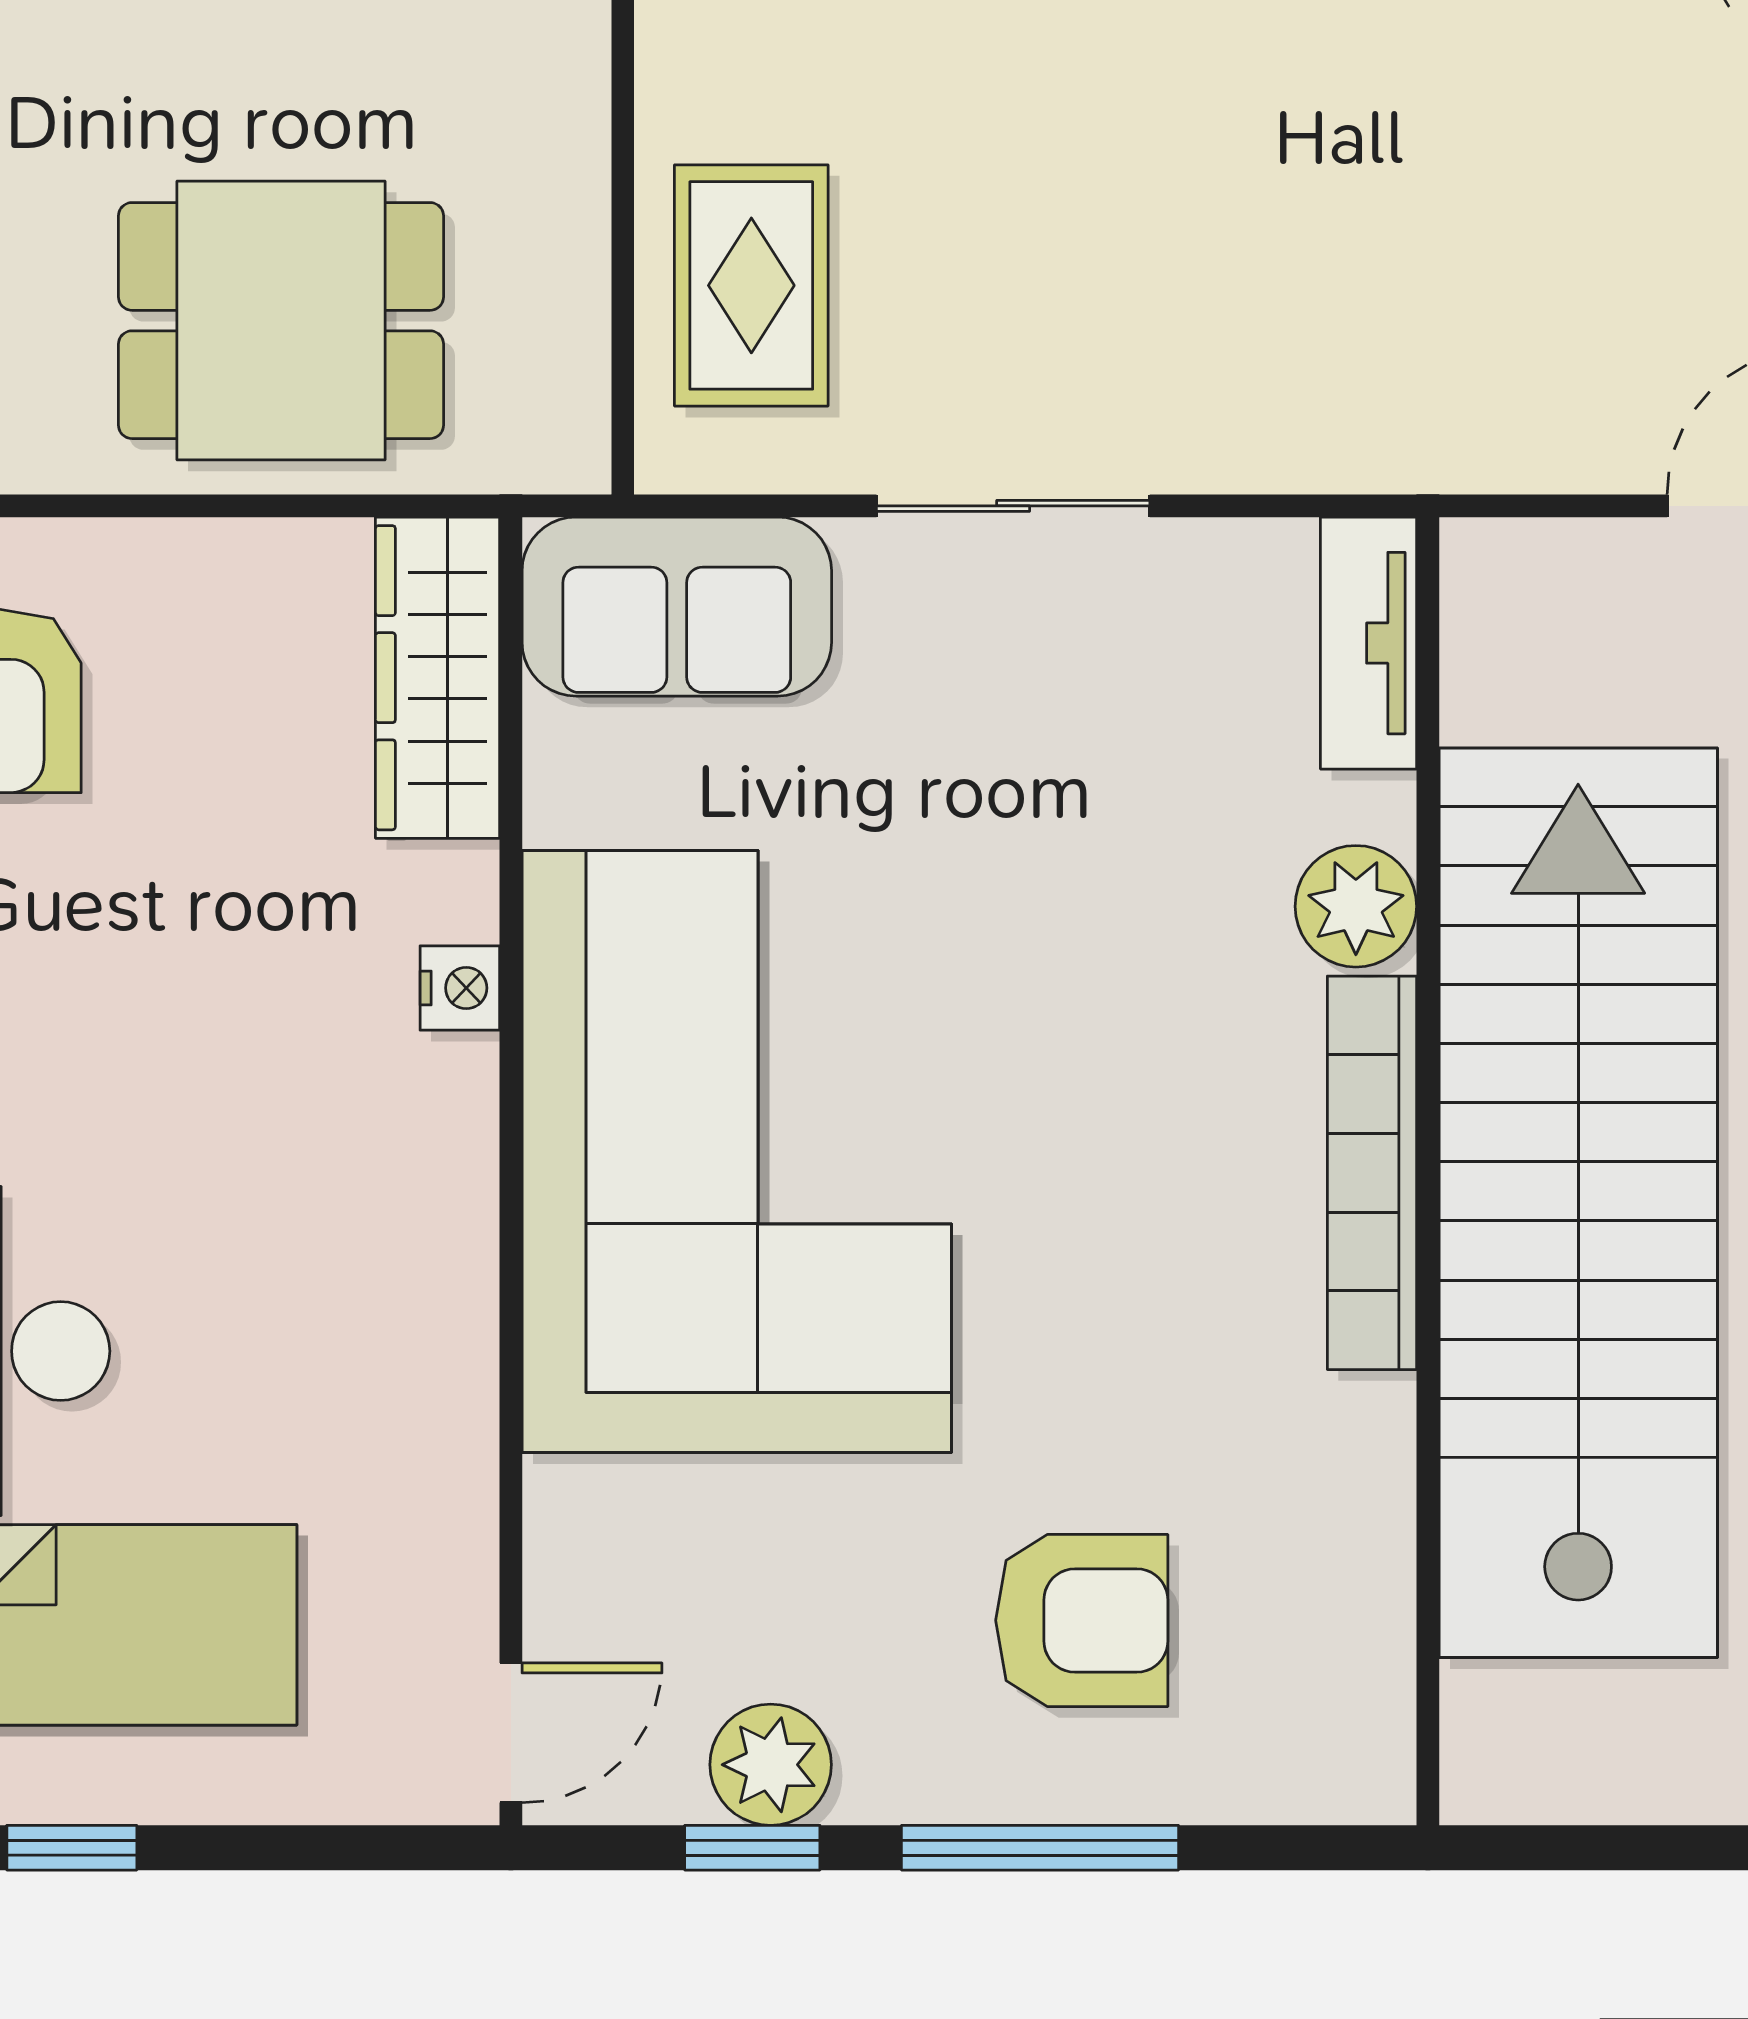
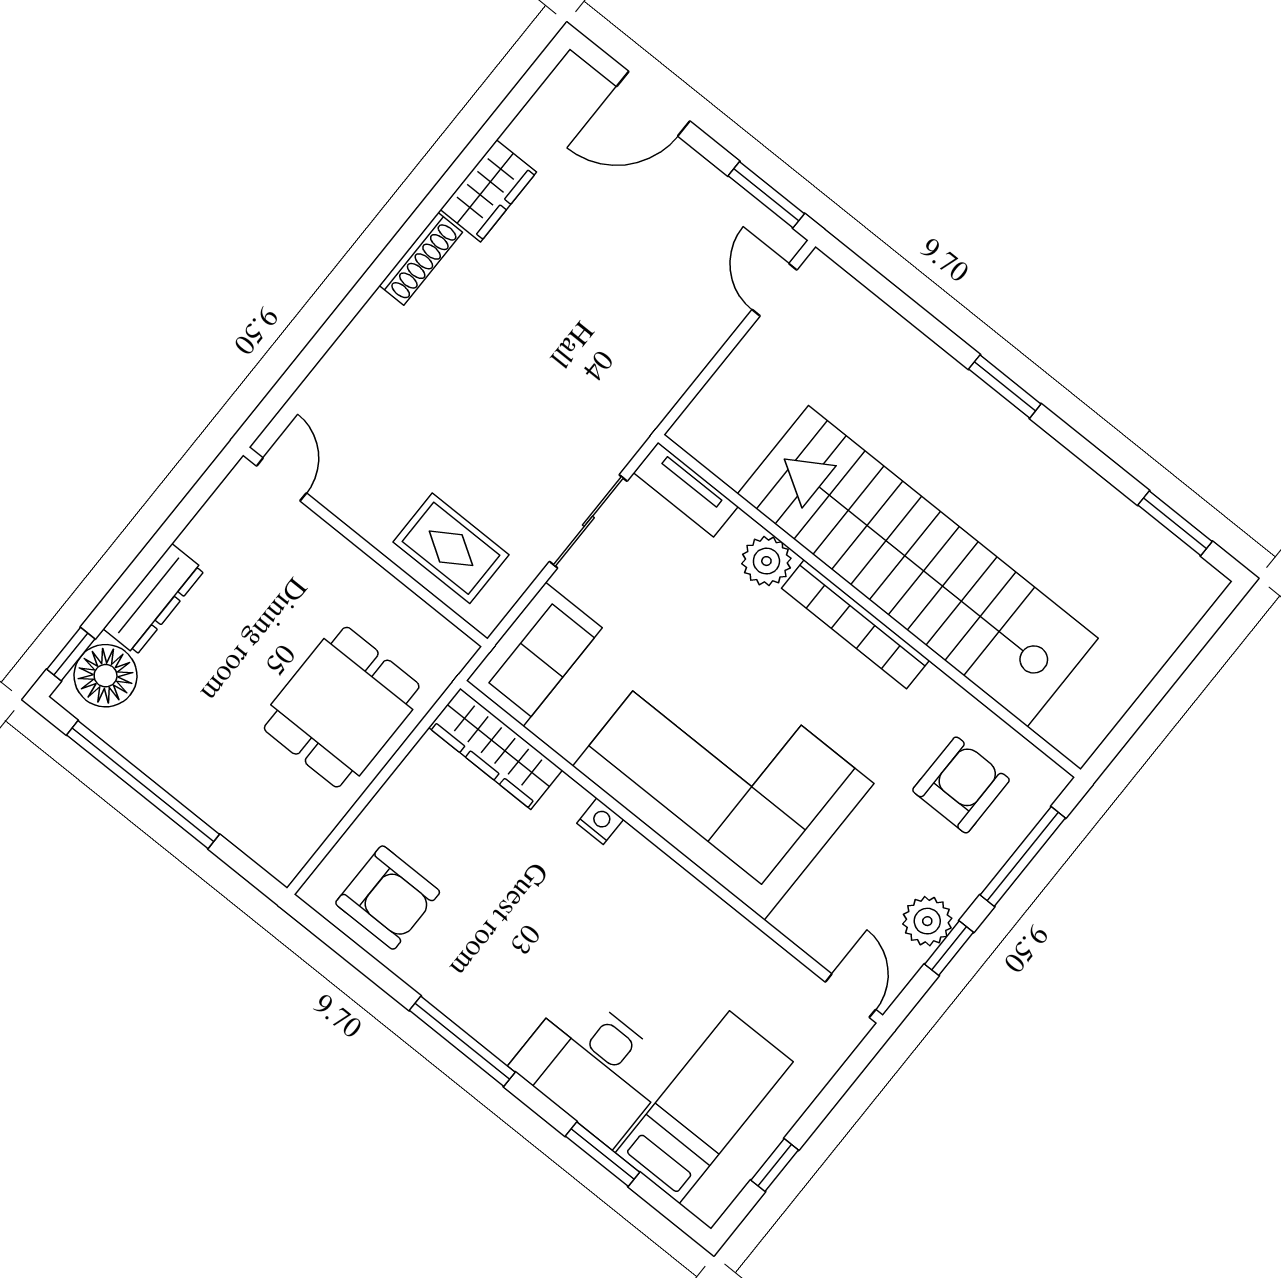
tv unit: (1369, 643) -> (686, 490), moved
plant: (1356, 906) -> (766, 561), moved
wall: (1428, 1171) -> (869, 606), moved
bookcase: (1372, 1173) -> (855, 624), moved
stairs: (1578, 1203) -> (918, 566), moved

